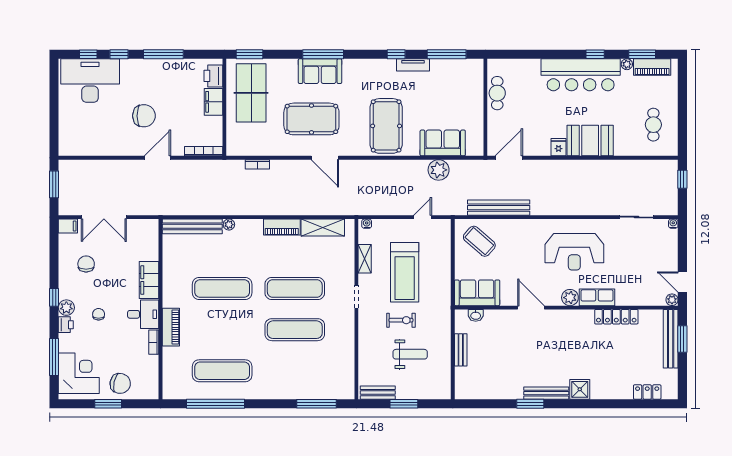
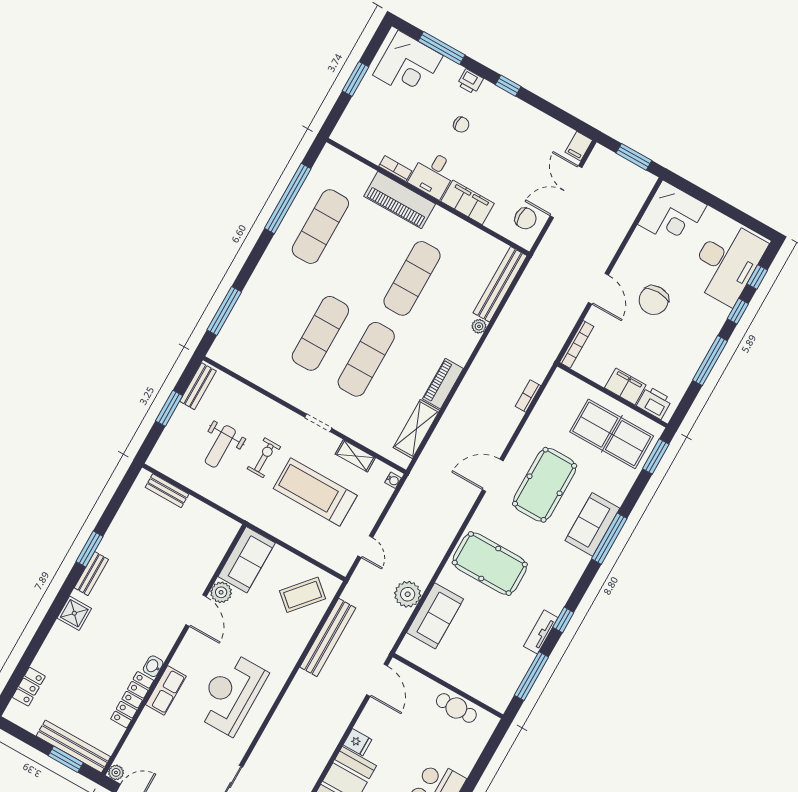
corner desk: (79, 136) -> (672, 215), added
chair: (86, 264) -> (525, 218), moved
plant: (570, 298) -> (221, 592), moved
plant: (66, 308) -> (489, 93), removed
door: (531, 308) -> (196, 611), hinge flipped
washbasin: (476, 315) -> (153, 666), moved
exercise bike: (401, 320) -> (264, 458), turned 180
piano: (171, 327) -> (400, 200), width x1.37, depth x1.33
bench: (461, 350) -> (167, 491), moved
chair: (120, 383) -> (370, 105), removed
bench: (546, 393) -> (91, 574), width x0.73

